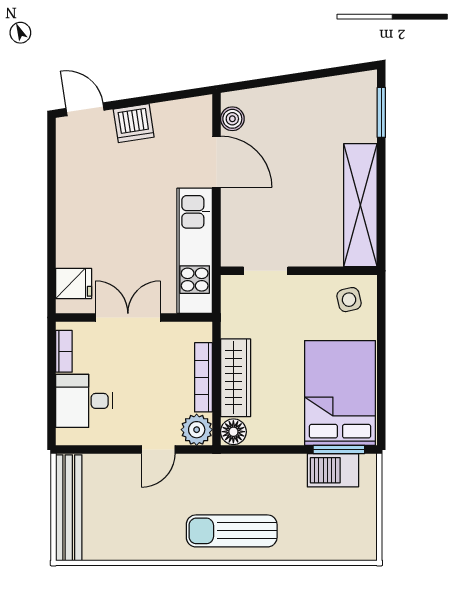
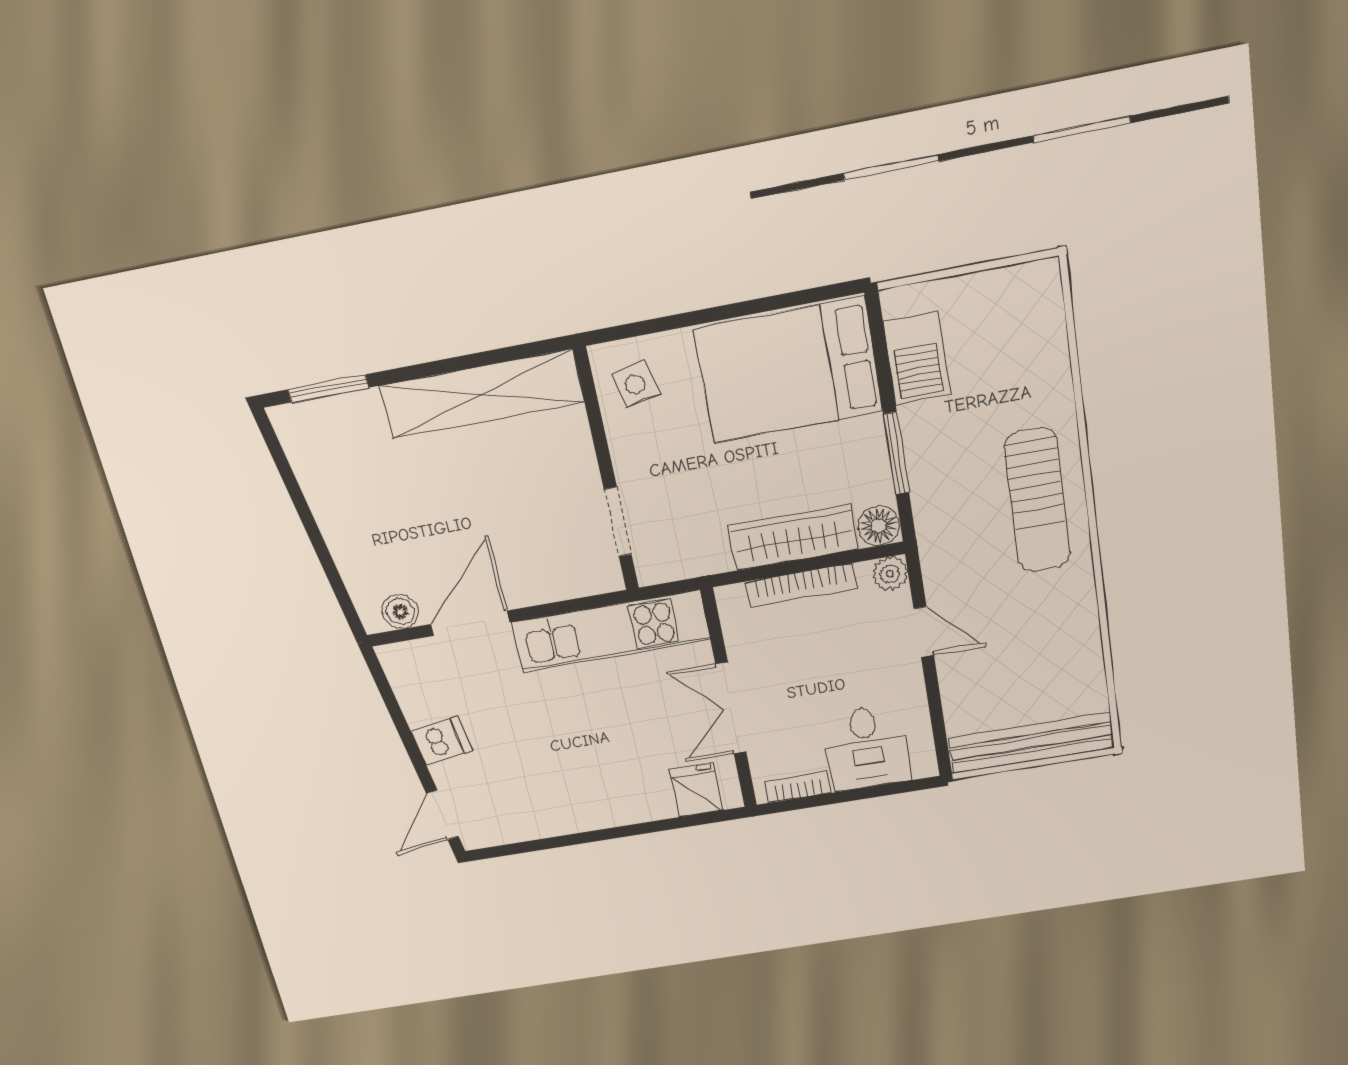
dishwasher: (134, 123) -> (442, 741), width x0.73
plant: (197, 430) -> (890, 574), width x0.73, depth x0.73
window: (339, 449) -> (896, 453), moved

